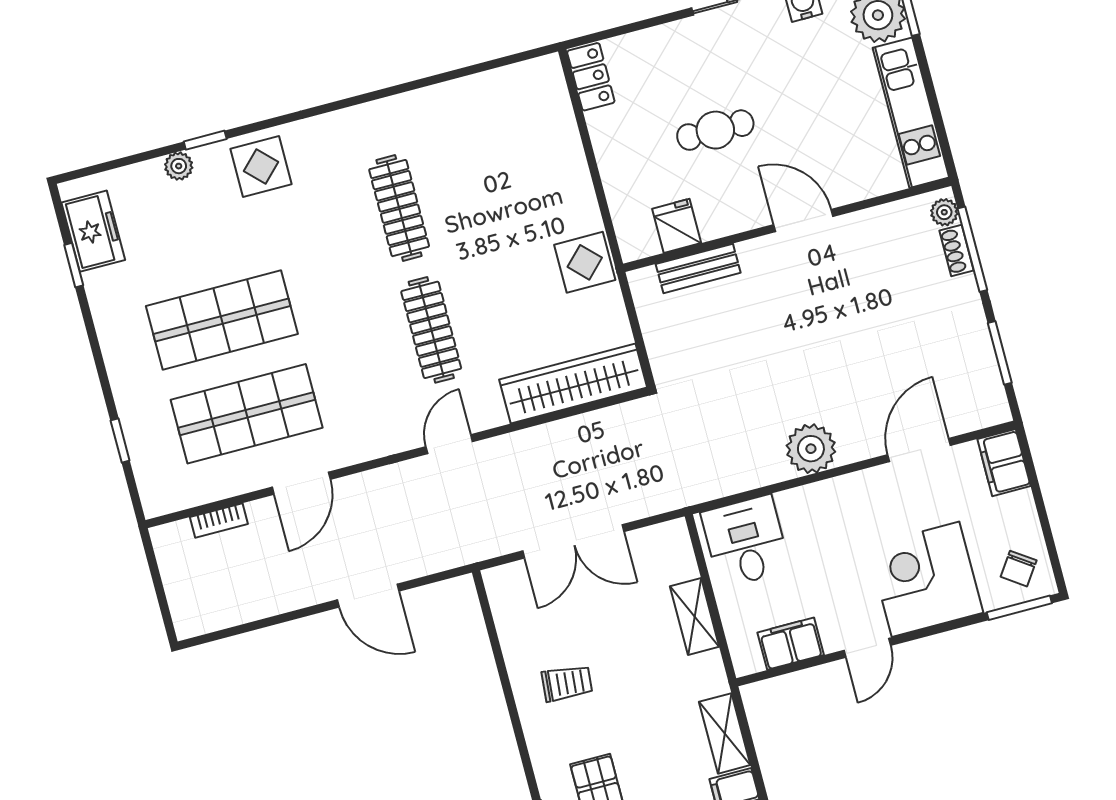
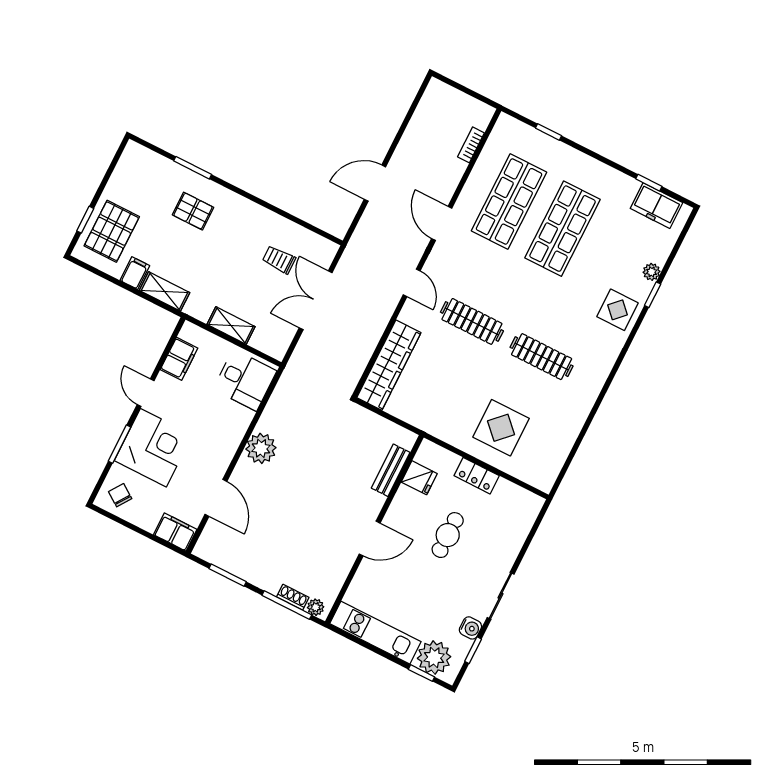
locker: (591, 77) -> (477, 476), moved
display table: (585, 262) -> (501, 428), moved, width x1.36, depth x1.36
door: (301, 483) -> (442, 223), moved
window: (1019, 608) -> (120, 444), moved
trolley: (567, 683) -> (279, 260), moved, turned 85

